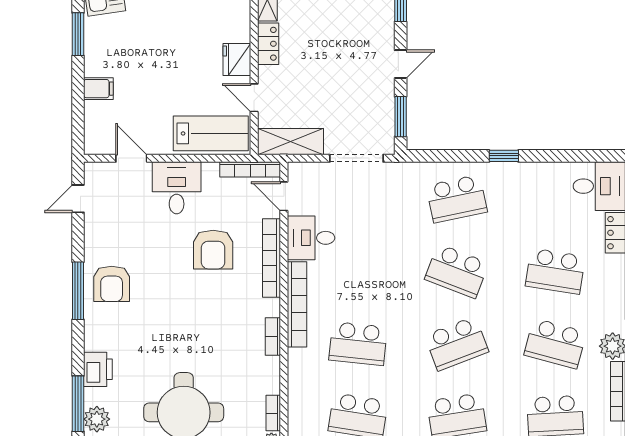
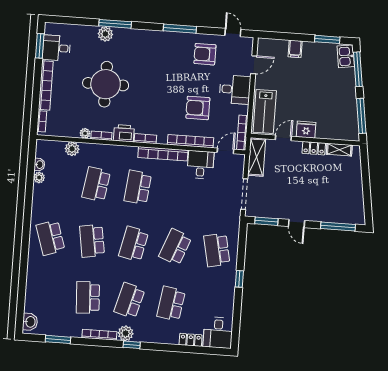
armchair: (112, 284) -> (205, 54), moved
school desk: (457, 344) -> (134, 244), turned 33
printer: (98, 369) -> (124, 133), moved, turned 180

